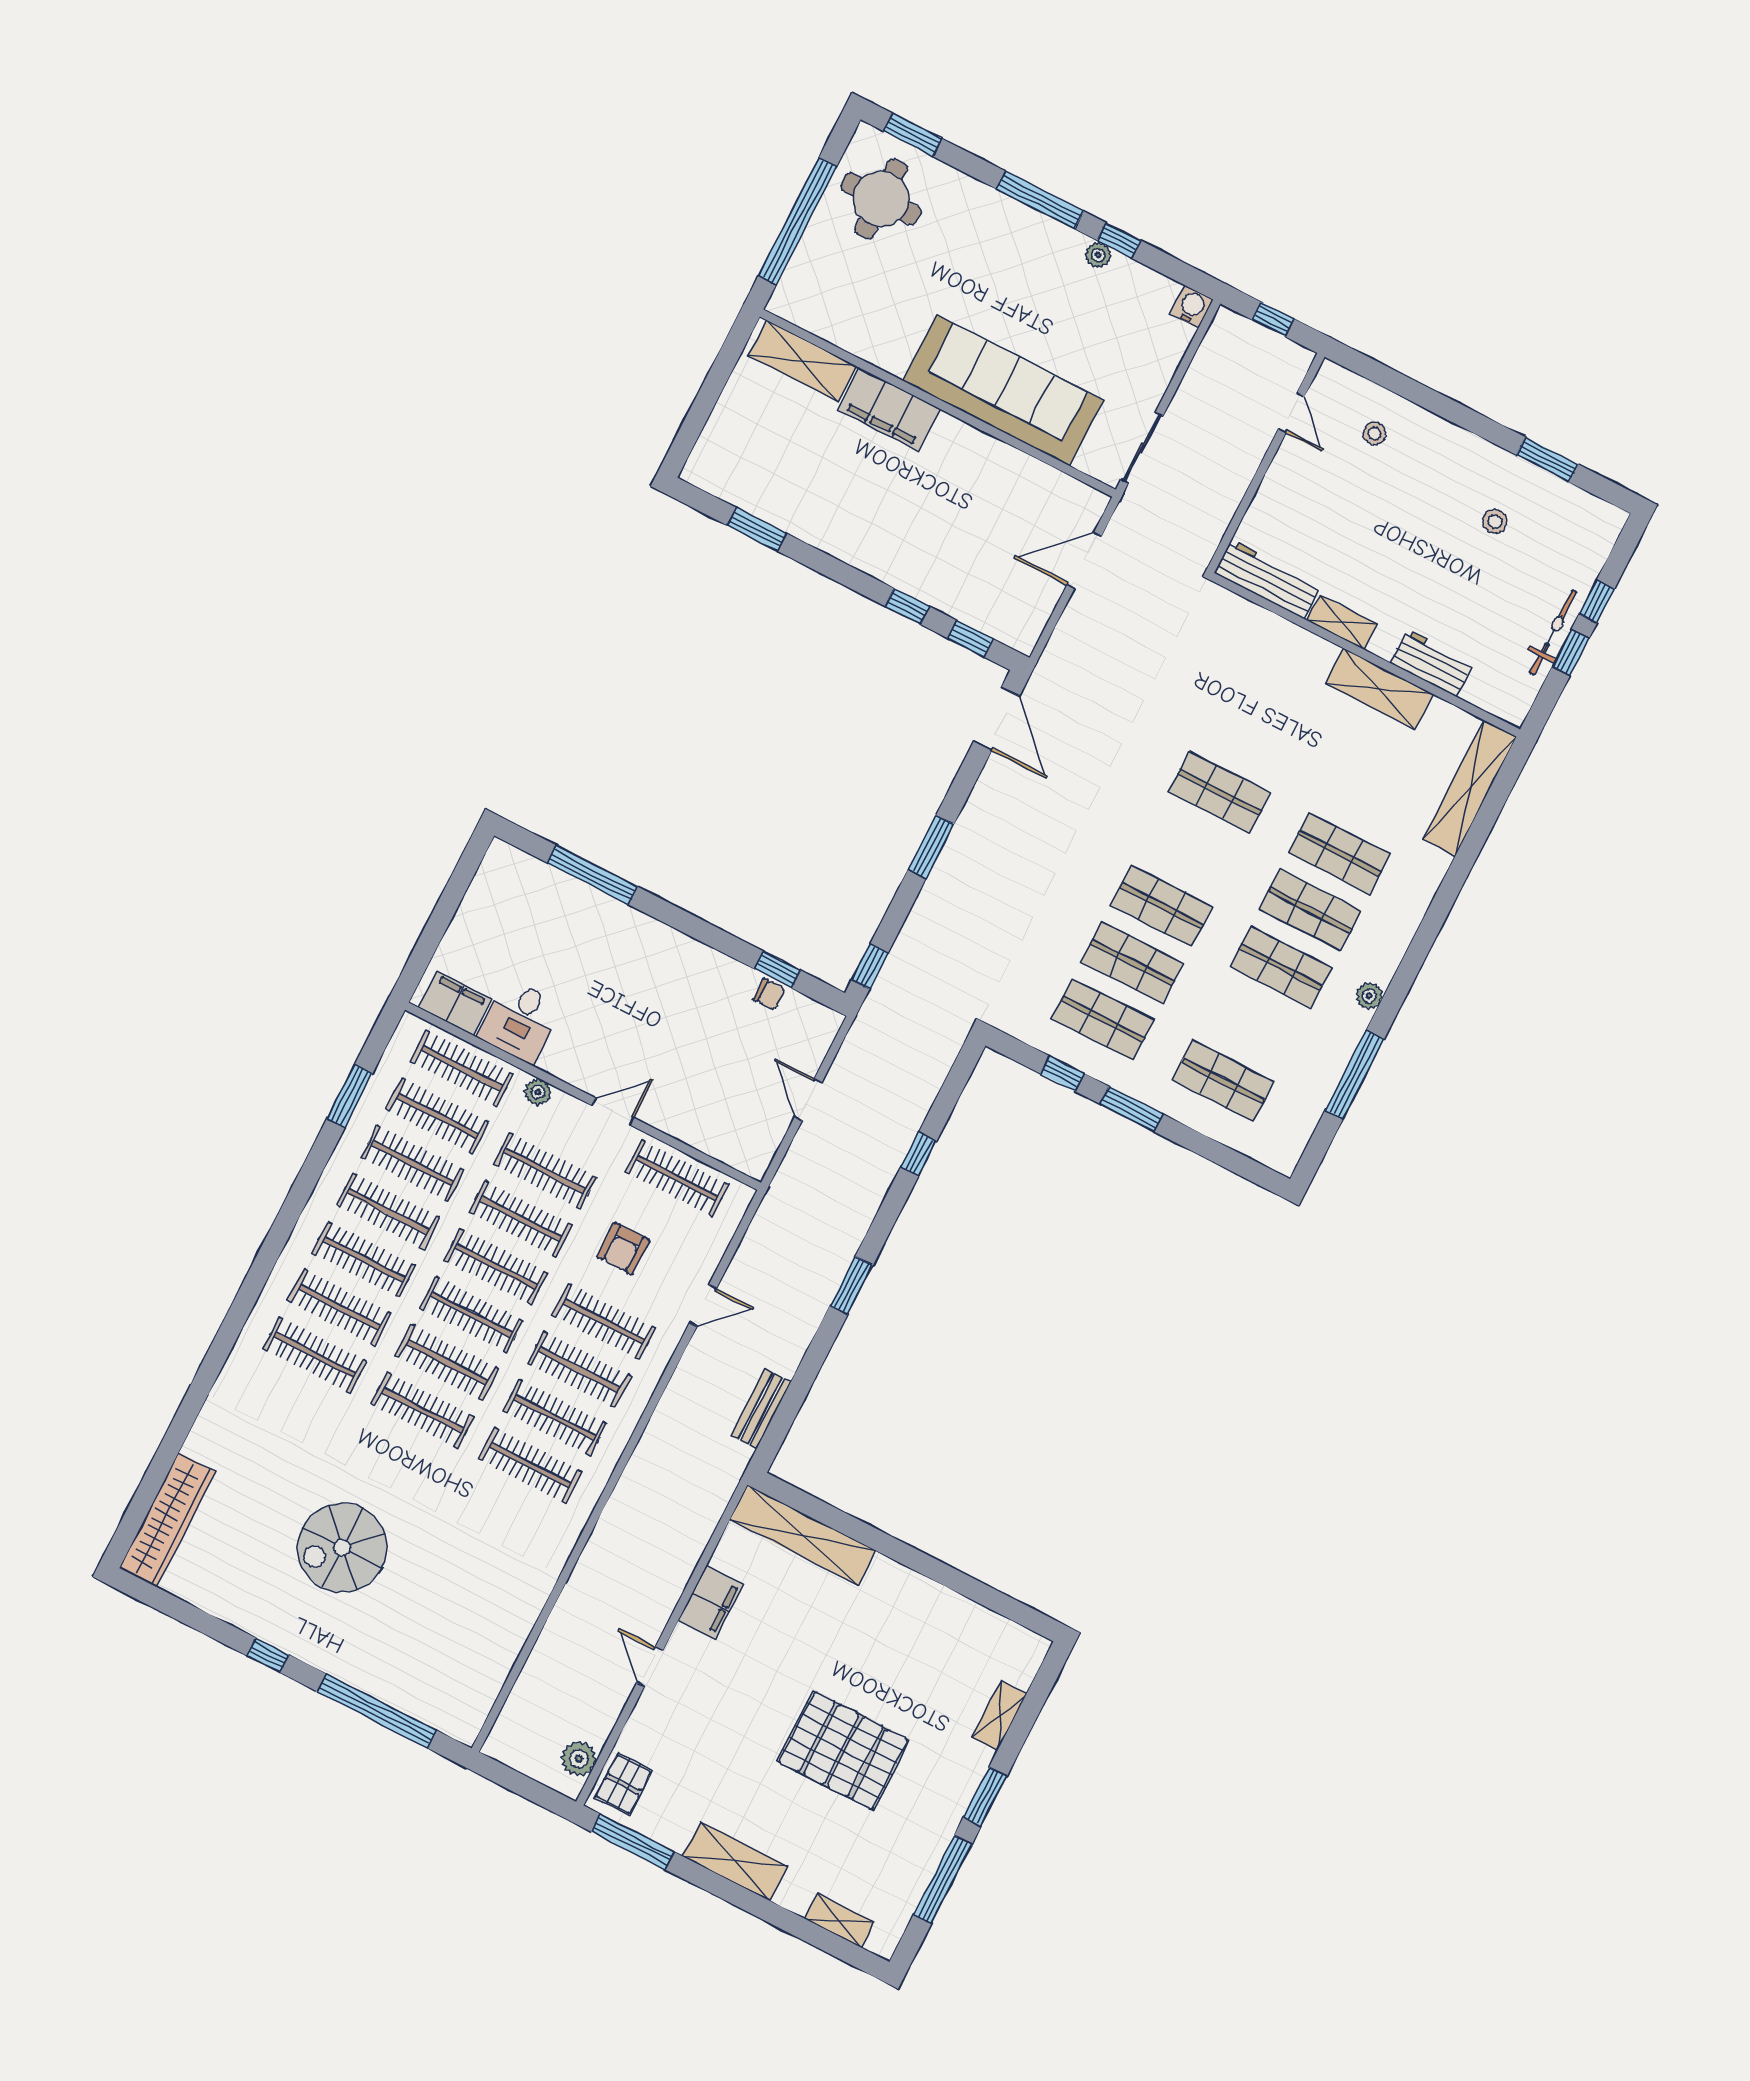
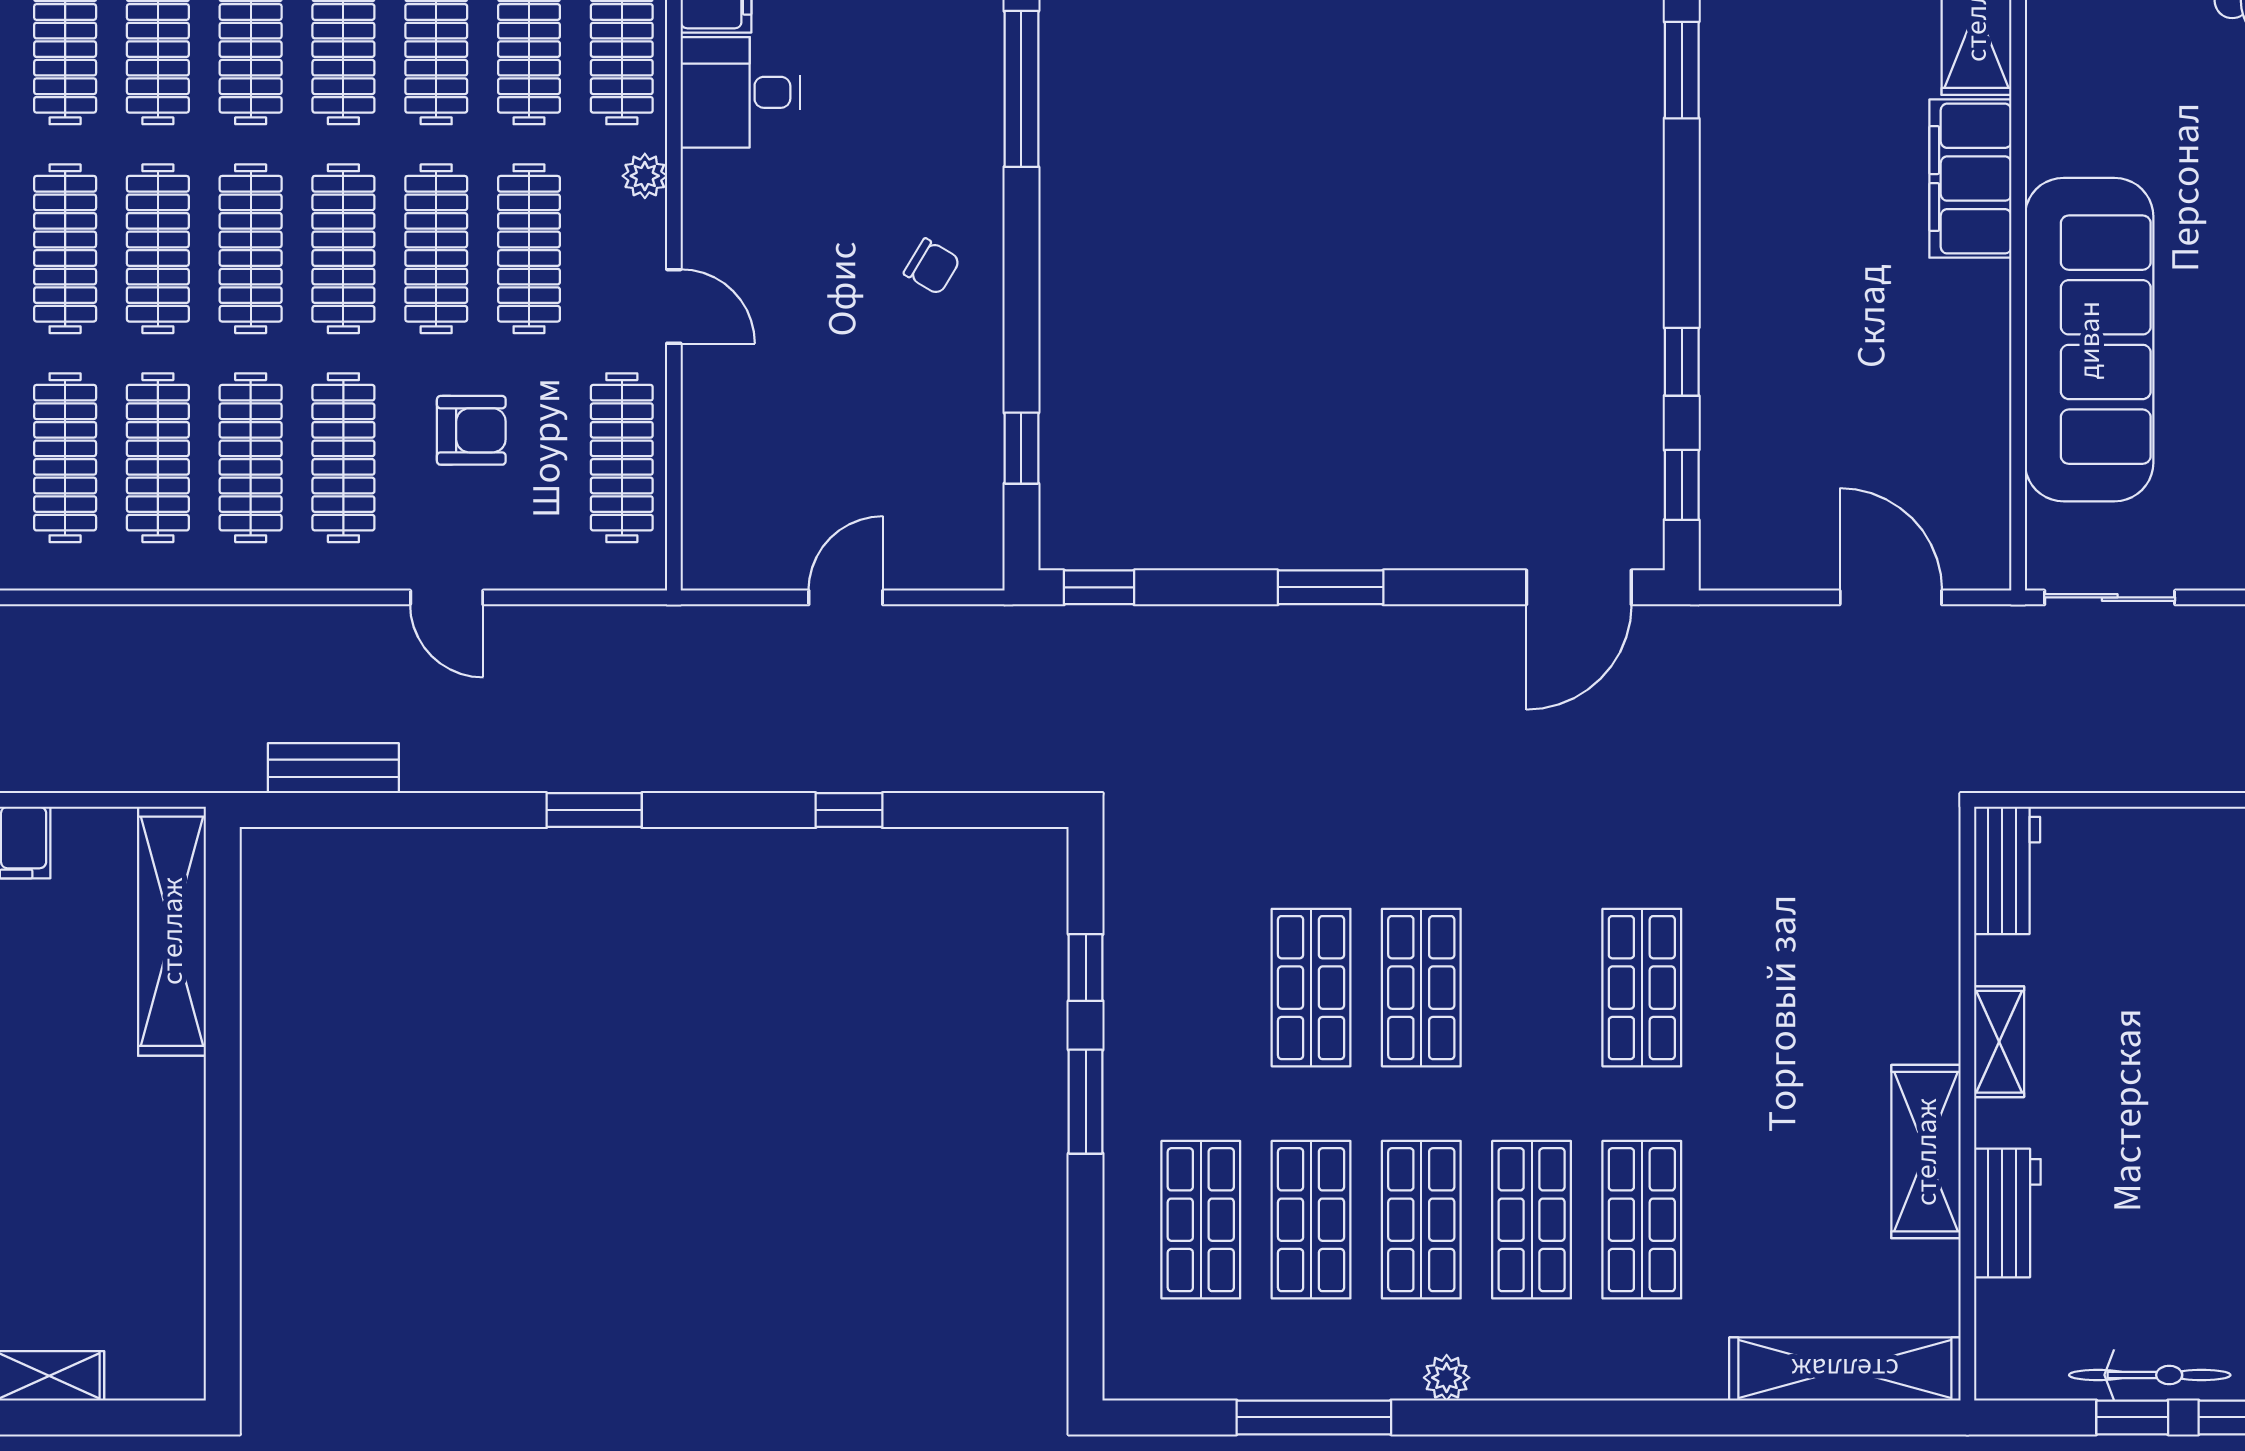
workbench: (1268, 579) -> (2007, 870), width x0.73
chair: (769, 994) -> (932, 267), moved, turned -59
shop shelf: (1103, 1019) -> (1311, 1220), moved
armchair: (623, 1249) -> (471, 430), turned 180

